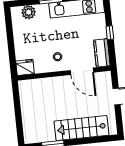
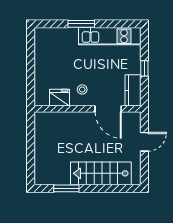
plant: (29, 12) -> (55, 35), removed
fridge: (25, 67) -> (59, 98), moved

